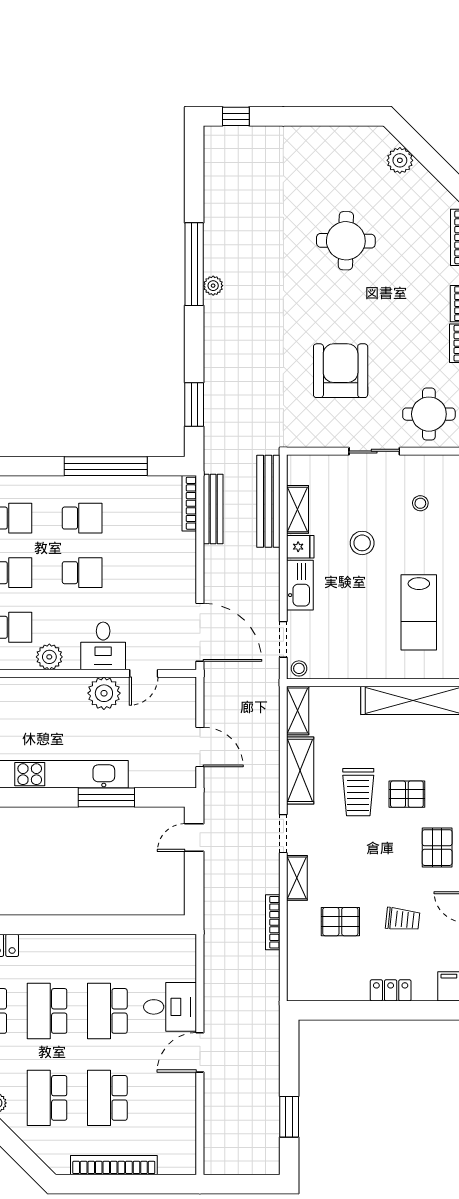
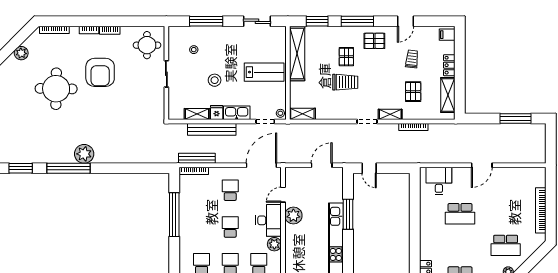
plant: (400, 160) -> (21, 53), moved
round table: (346, 241) -> (56, 89), width x1.36, depth x1.36
plant: (213, 286) -> (84, 154), width x1.88, depth x1.88
armchair: (341, 371) -> (100, 72), moved, turned -90
window: (194, 405) -> (21, 168), moved
bench: (268, 501) -> (212, 129), moved
school desk: (82, 518) -> (230, 190), moved
lab bench: (419, 612) -> (264, 72), moved
desk: (103, 646) -> (269, 220), width x1.37
door: (144, 673) -> (283, 195), swing flipped
shelving: (300, 770) -> (448, 95), moved, turned 90
desk: (170, 1007) -> (439, 181), moved
school desk: (47, 1011) -> (460, 245), removed
door: (200, 1052) -> (482, 165), hinge flipped
school desk: (107, 1098) -> (506, 214), removed
window: (289, 1117) -> (515, 118), width x1.44

